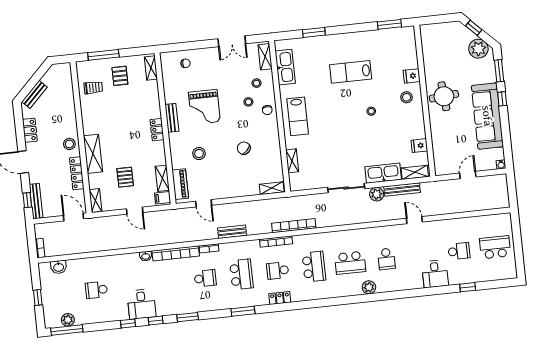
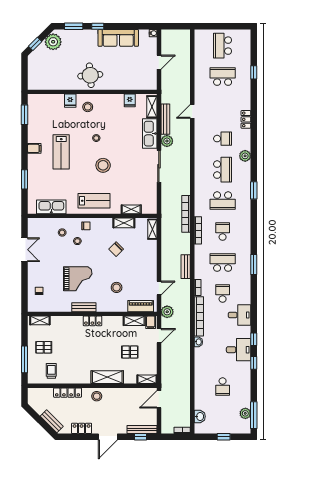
filing cabinet: (351, 40) -> (34, 148), added
shelving: (265, 57) -> (124, 223), moved
sofa: (487, 116) -> (118, 38), width x0.74, depth x0.79
stool: (340, 122) -> (103, 165), added
locker: (77, 173) -> (68, 393), moved
door: (468, 175) -> (159, 62), swing flipped
door: (135, 211) -> (159, 336), moved
plant: (177, 216) -> (167, 312), added
school desk: (459, 251) -> (223, 77), width x1.85
school desk: (314, 267) -> (223, 201), turned 180
school desk: (278, 271) -> (223, 232), turned 180
desk: (435, 274) -> (240, 315), moved
locker: (280, 298) -> (246, 119), moved
window: (188, 317) -> (254, 190), moved

